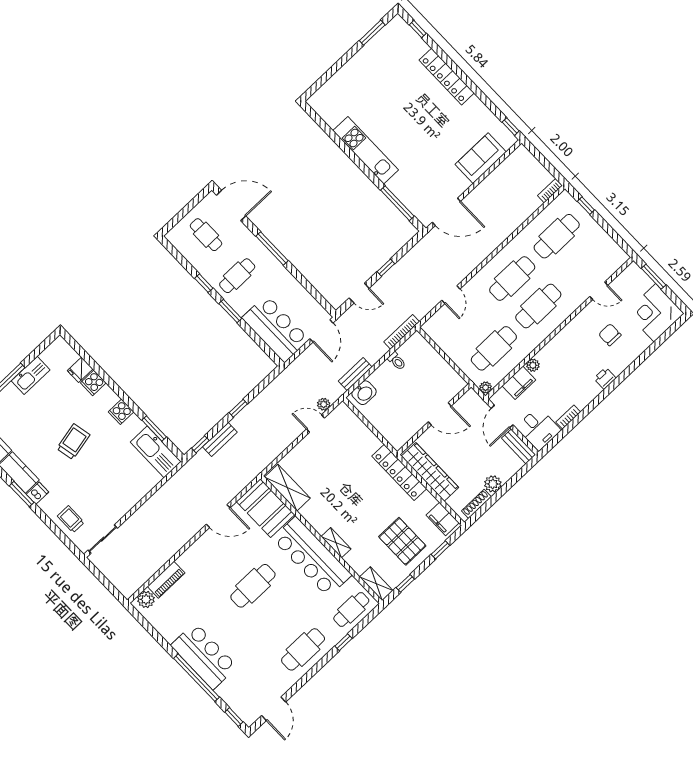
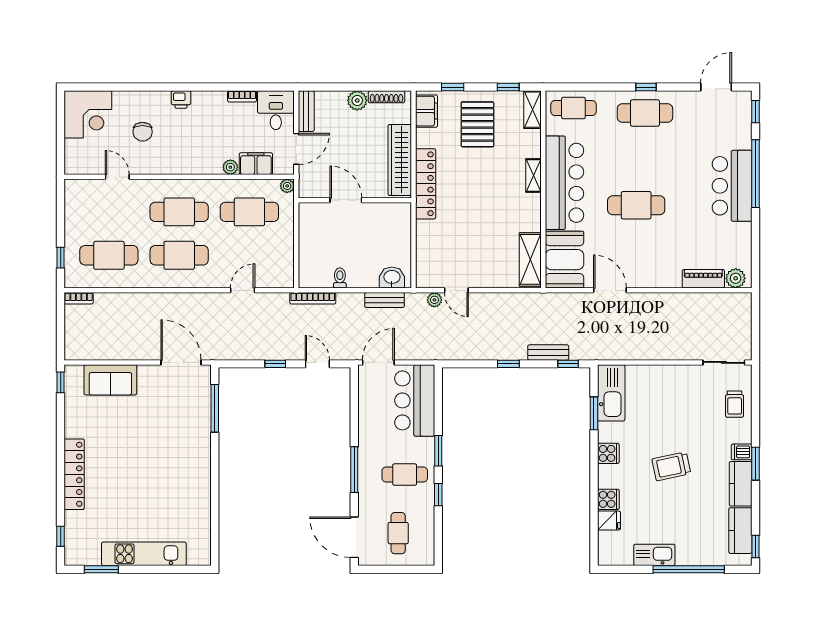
kitchen unit: (366, 150) -> (144, 554), moved, turned 90
window: (654, 277) -> (61, 145), removed
window: (343, 642) -> (646, 87), moved

